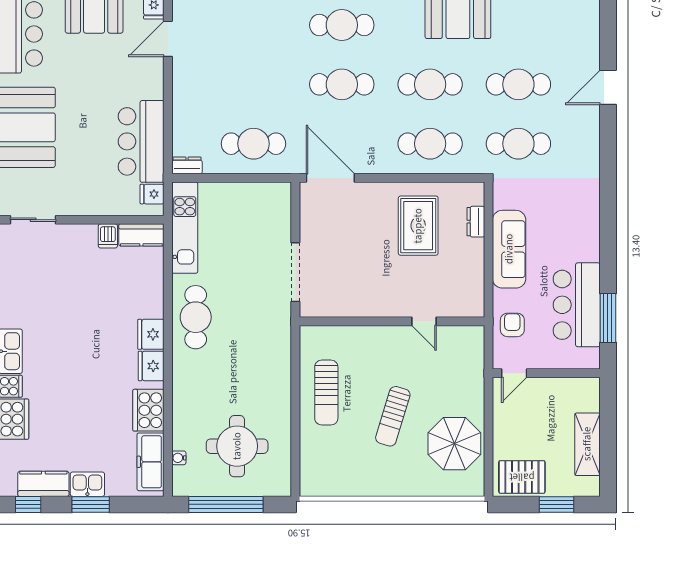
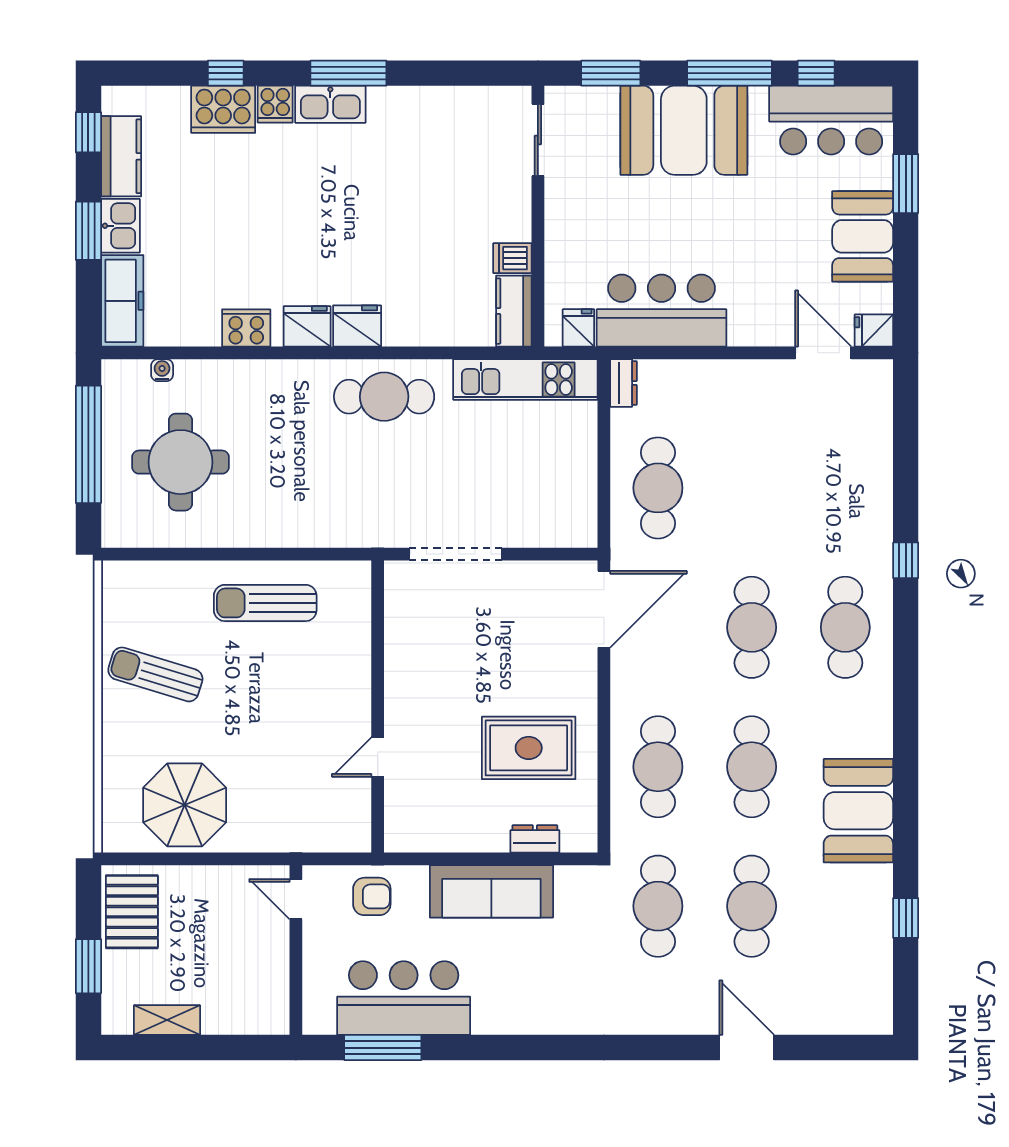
cooker: (148, 410) -> (246, 328), width x0.73, depth x0.76
sun lounger: (393, 416) -> (155, 674), moved
shelving: (587, 444) -> (167, 1020), width x0.67, depth x0.75
freezer: (150, 462) -> (122, 301), moved, turned 90

